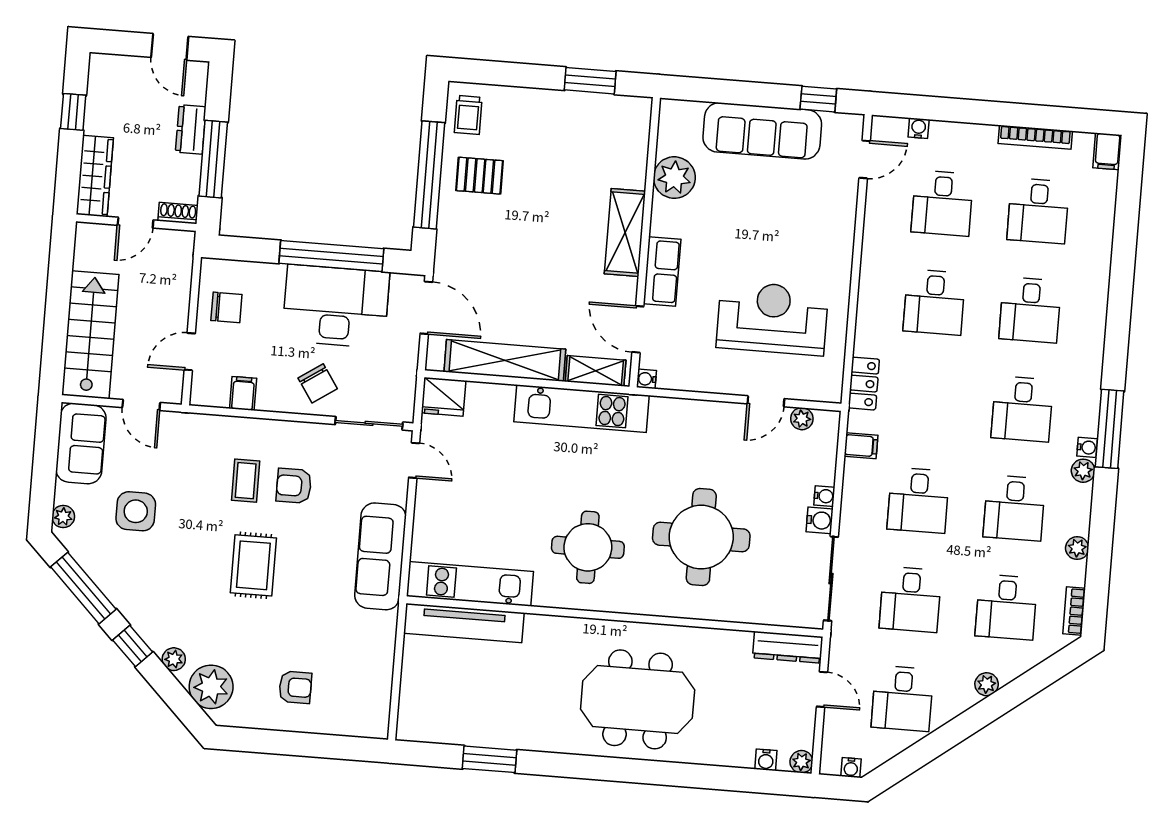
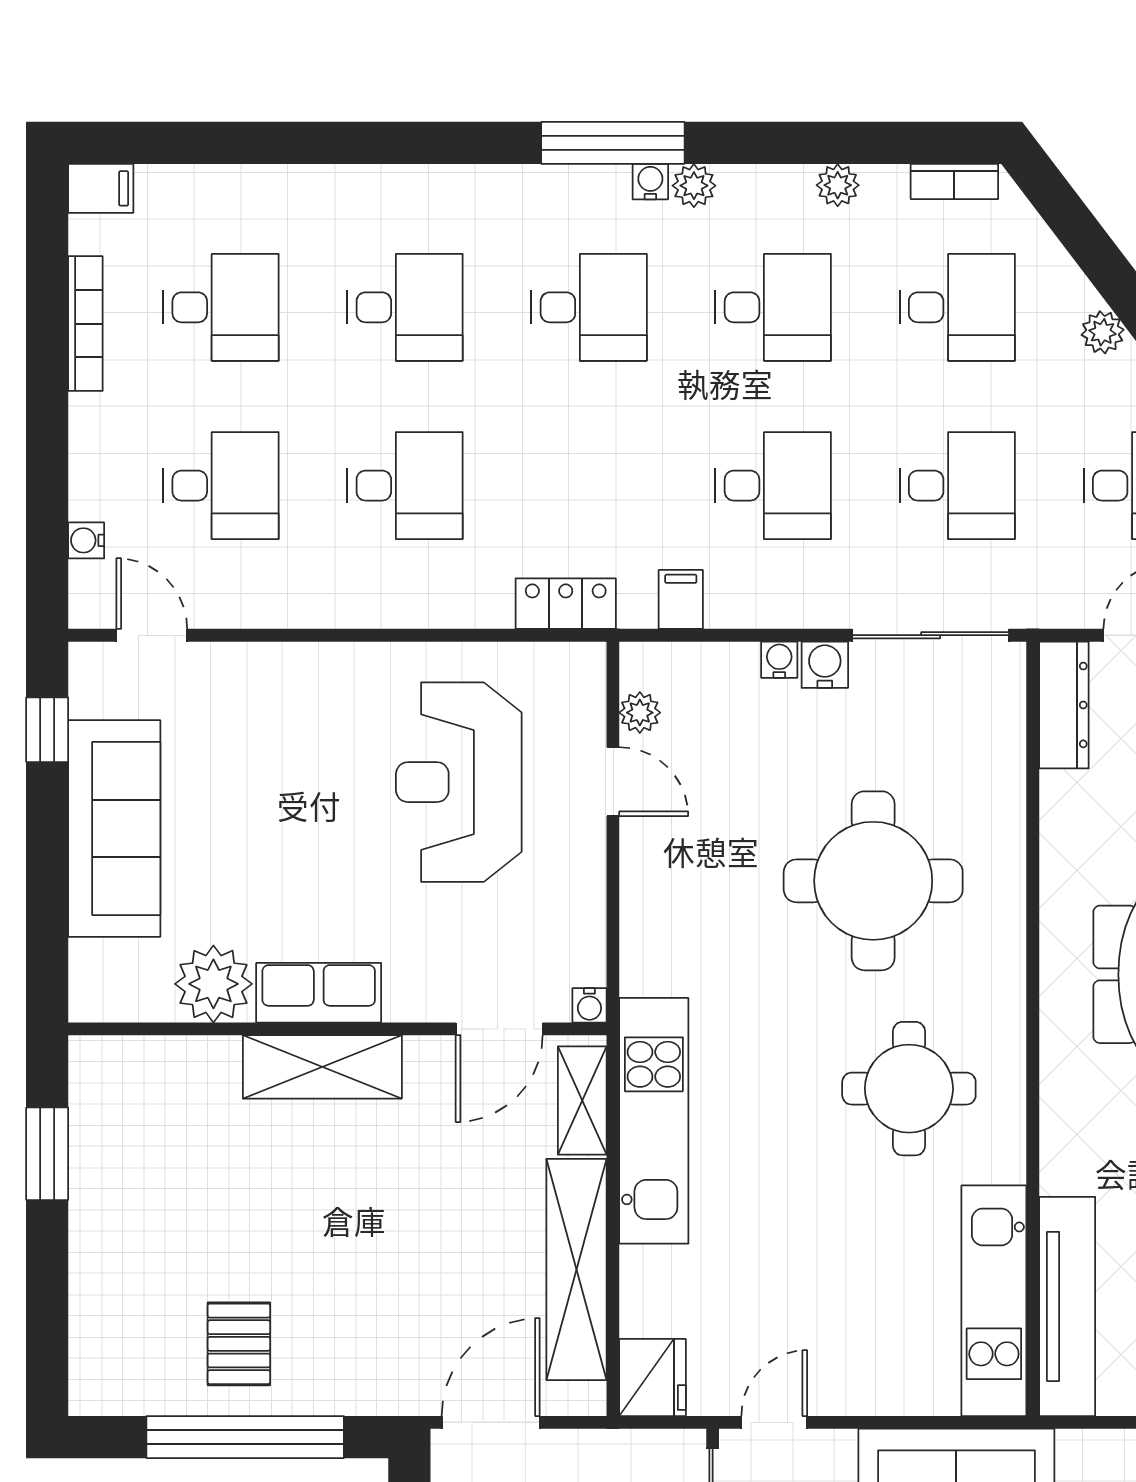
trolley: (468, 115) -> (128, 1374), removed
row of seats: (662, 271) -> (319, 993), moved

